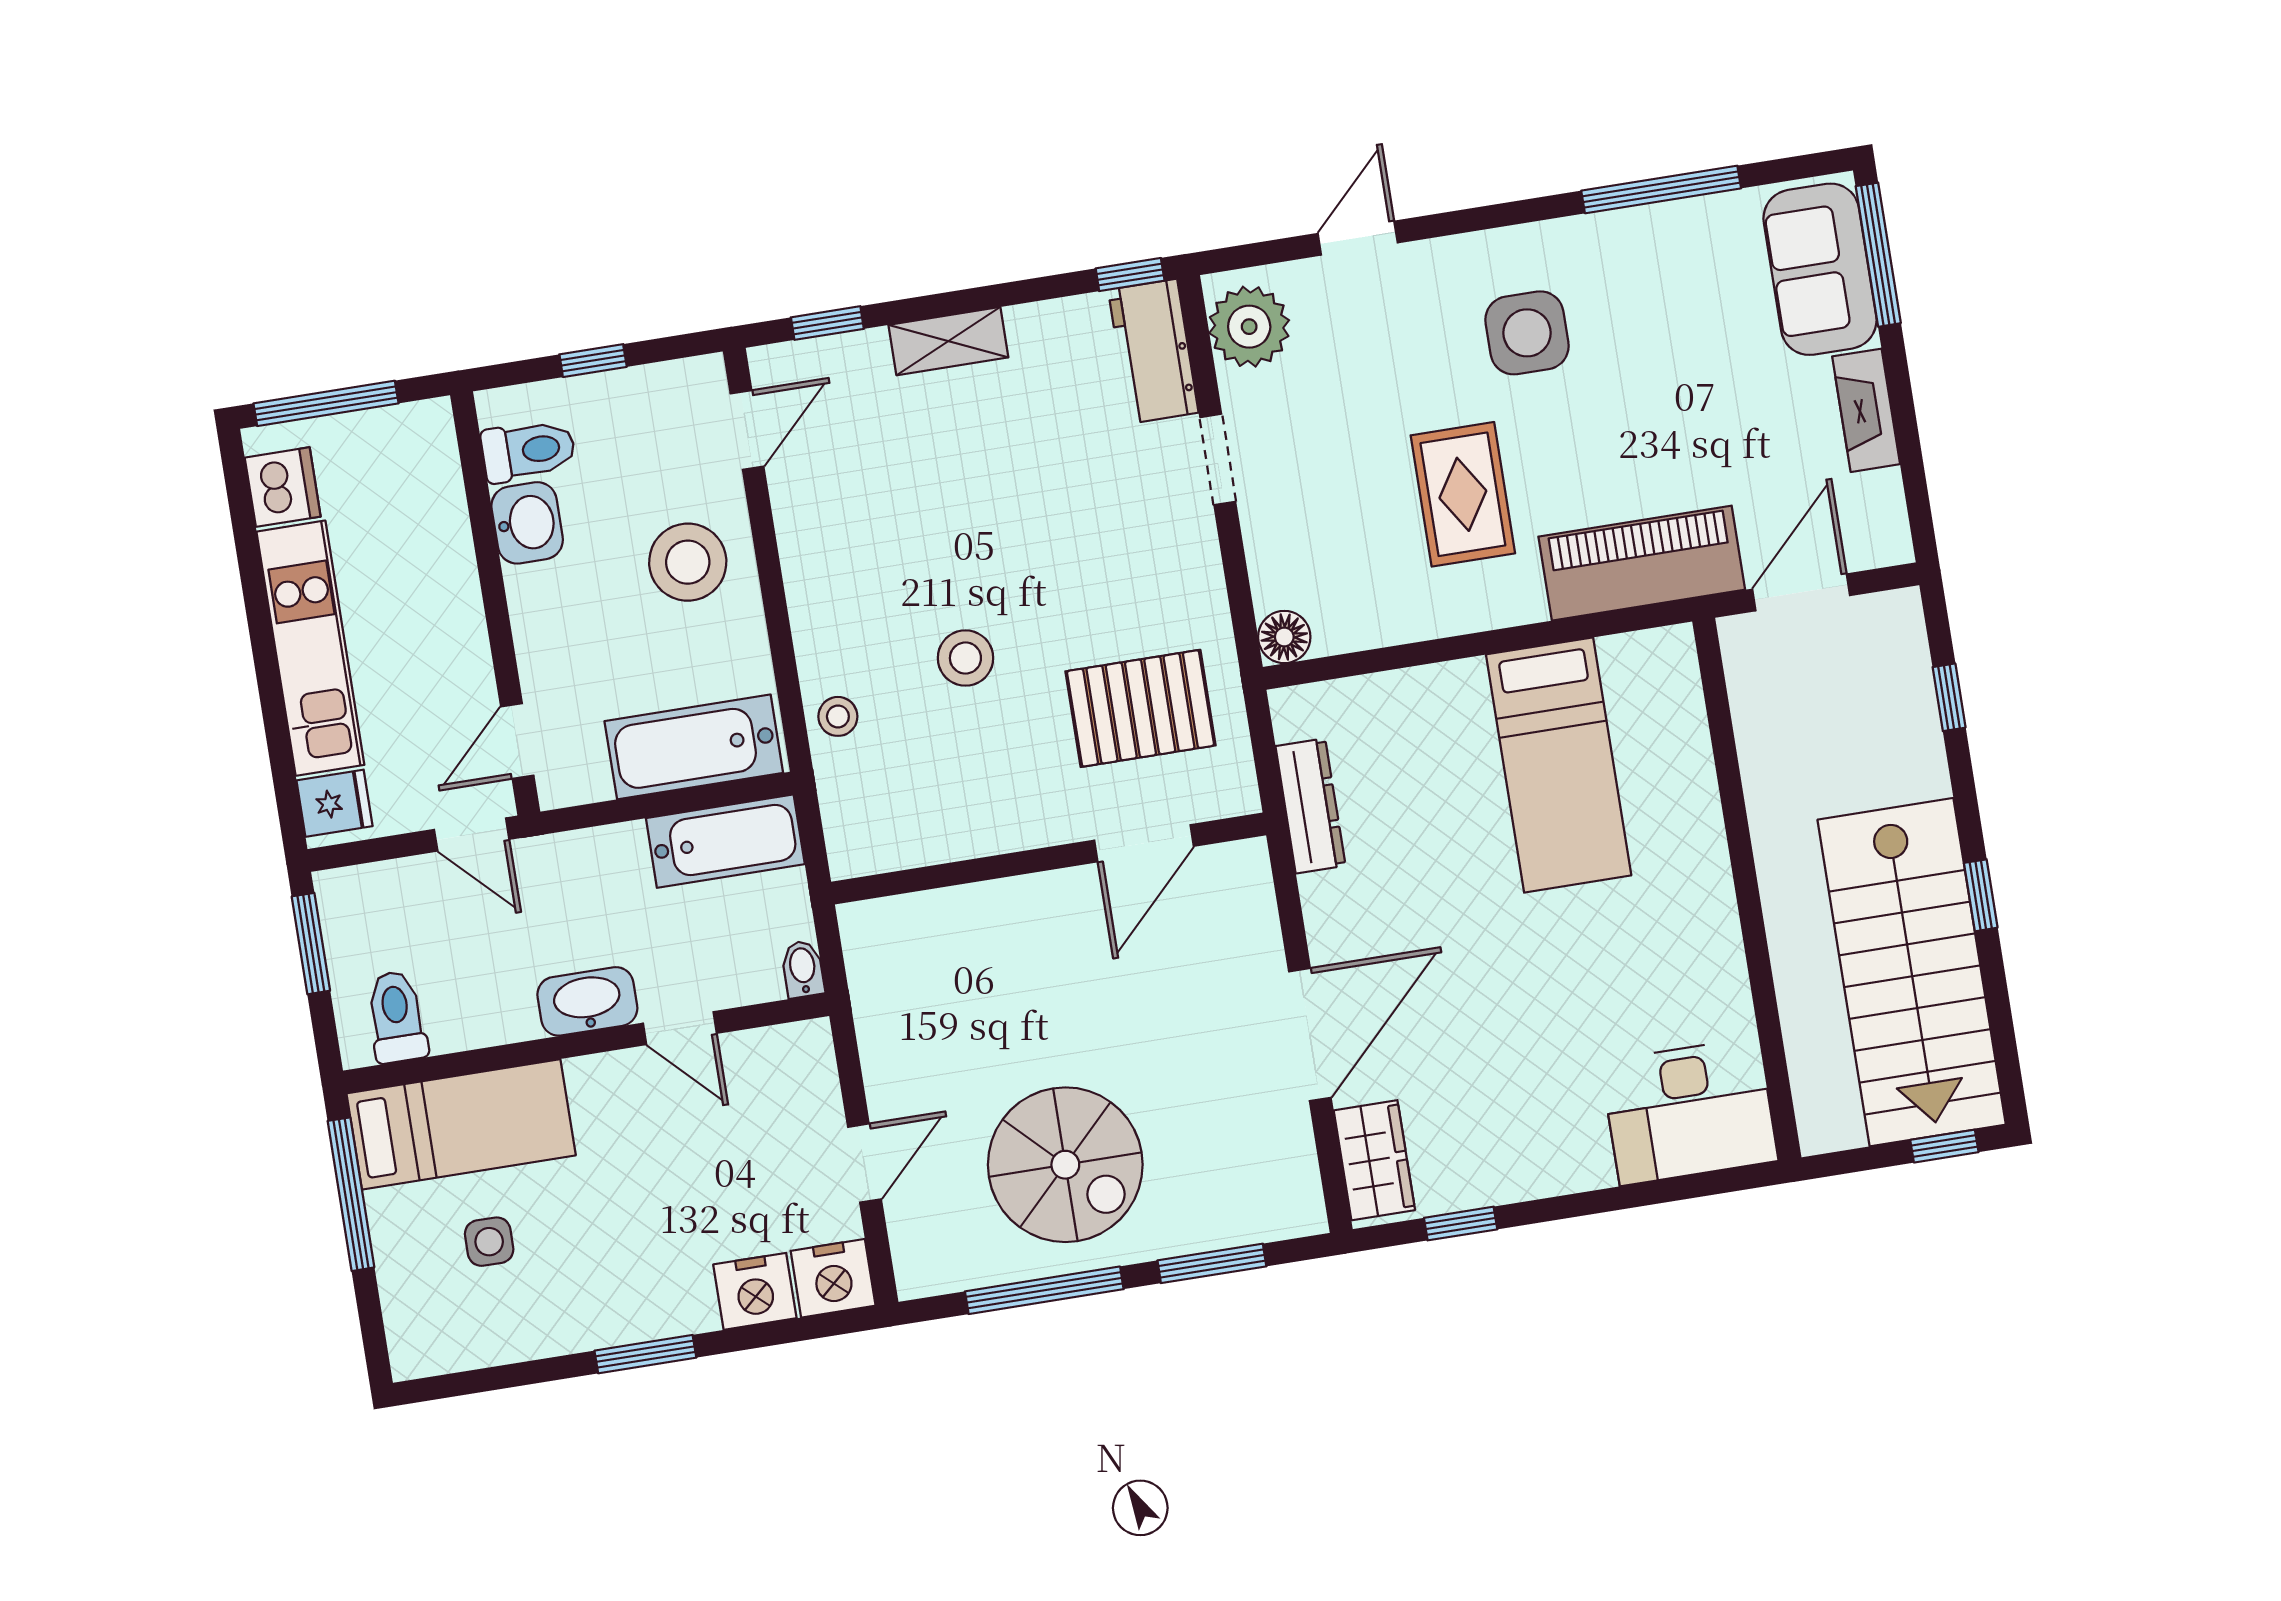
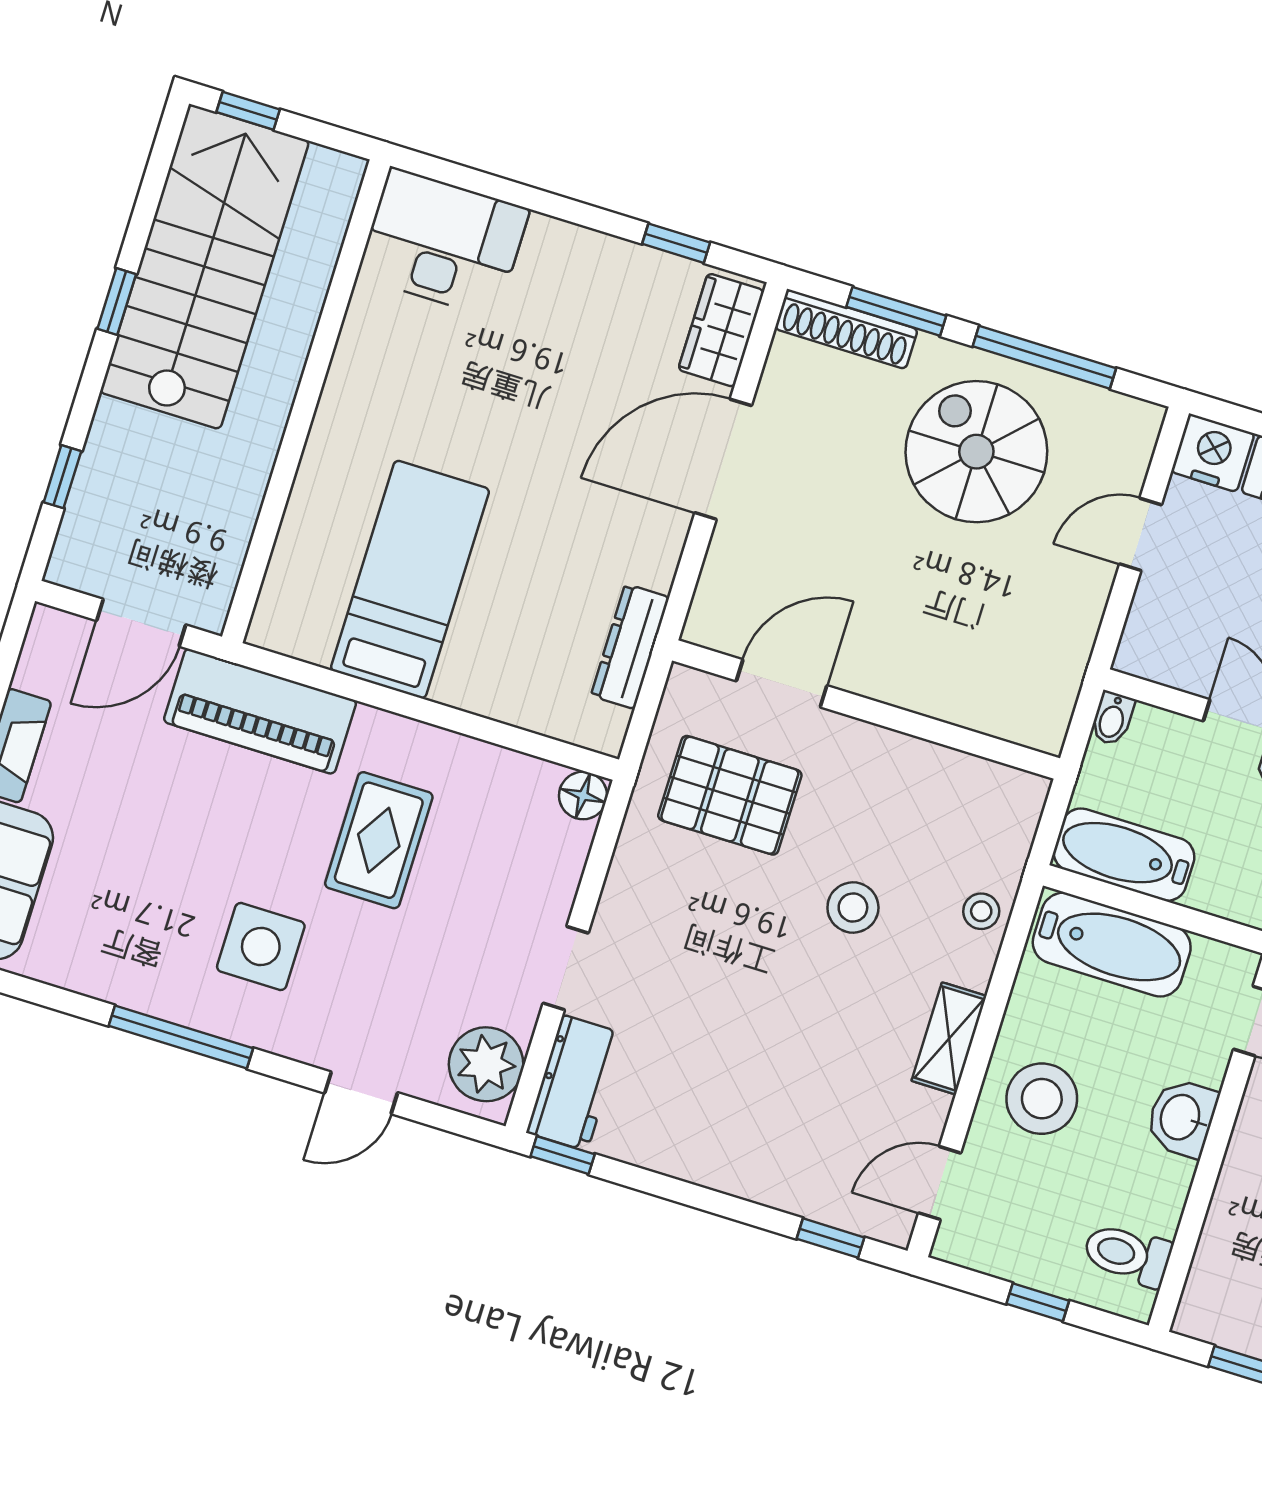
window: (1661, 189) -> (181, 1037), moved
shelving: (948, 341) -> (949, 1038), moved, turned 90
washbasin: (527, 523) -> (1182, 1118), moved
shoe rack: (1252, 1222) -> (846, 329), added

